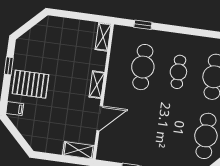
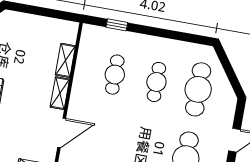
shelving: (103, 37) -> (65, 60), moved
cafe table: (143, 67) -> (115, 75), width x0.73, depth x0.74

